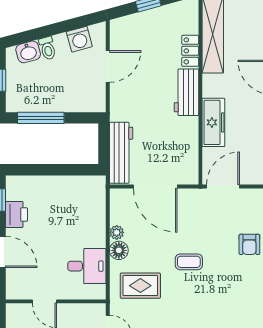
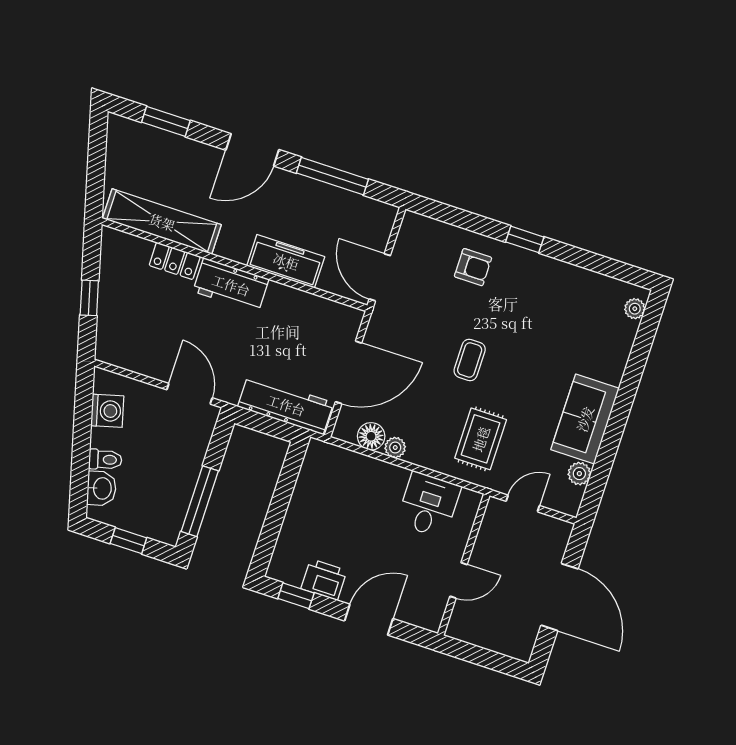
door: (108, 66) -> (189, 394), moved
floor lamp: (119, 250) -> (371, 436), moved

